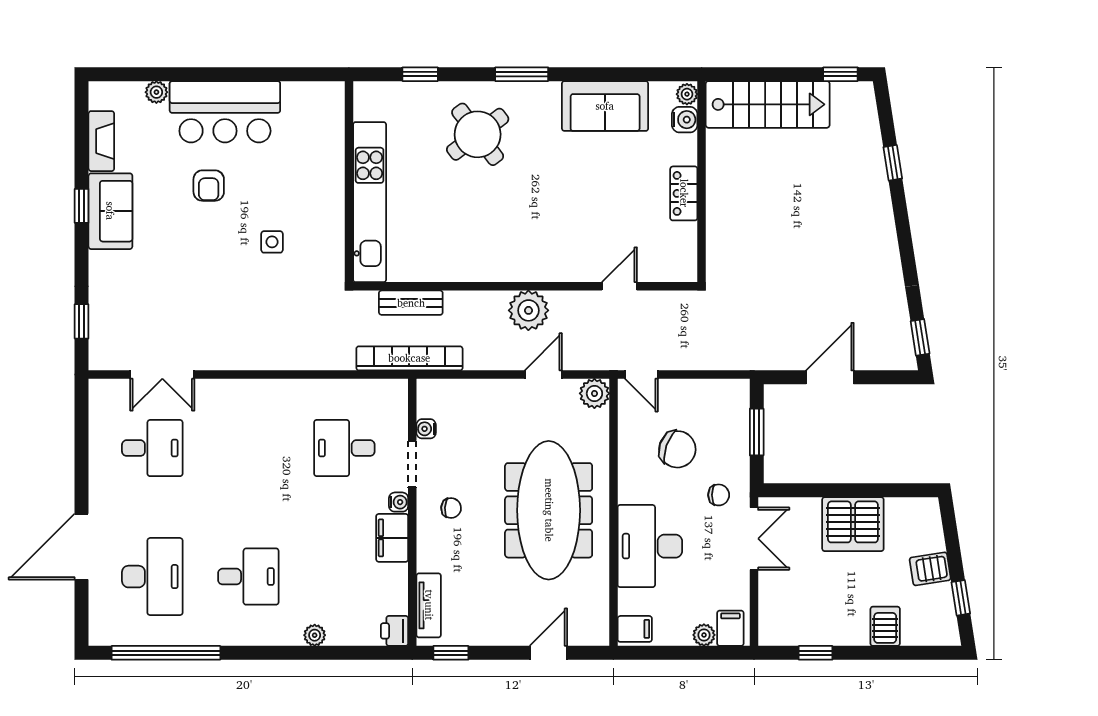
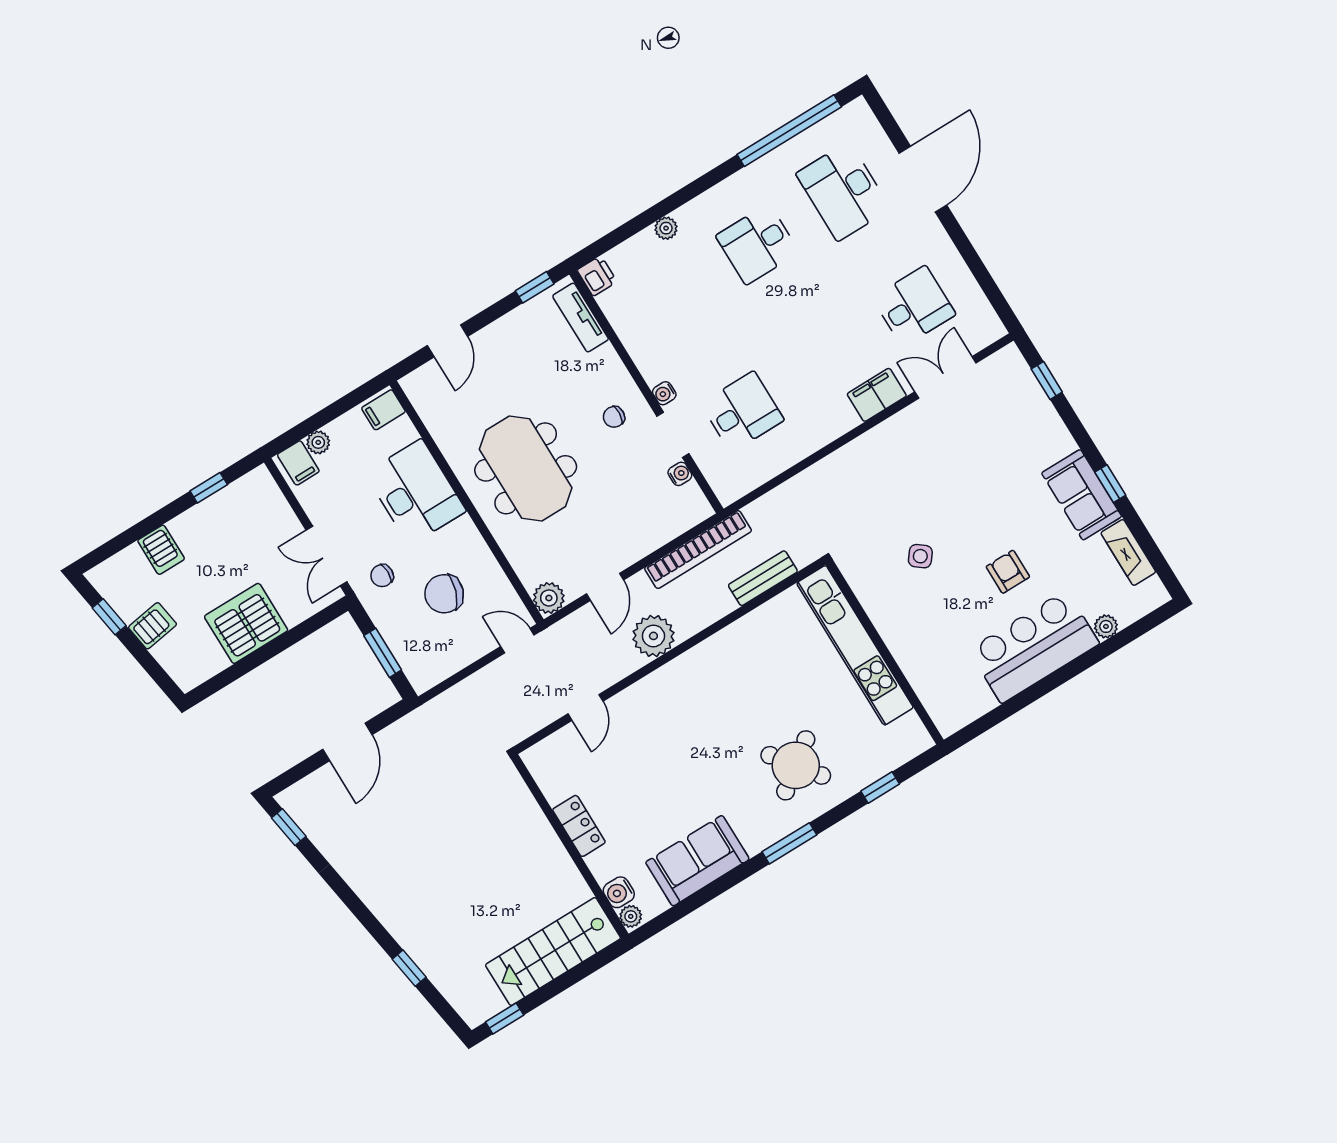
side table: (272, 242) -> (920, 556), turned 38
bookcase: (409, 358) -> (698, 550), moved
desk: (152, 448) -> (914, 306), turned 180
meeting table: (549, 510) -> (526, 468), width x0.73
filing cabinet: (392, 538) -> (877, 395), moved, turned -90

